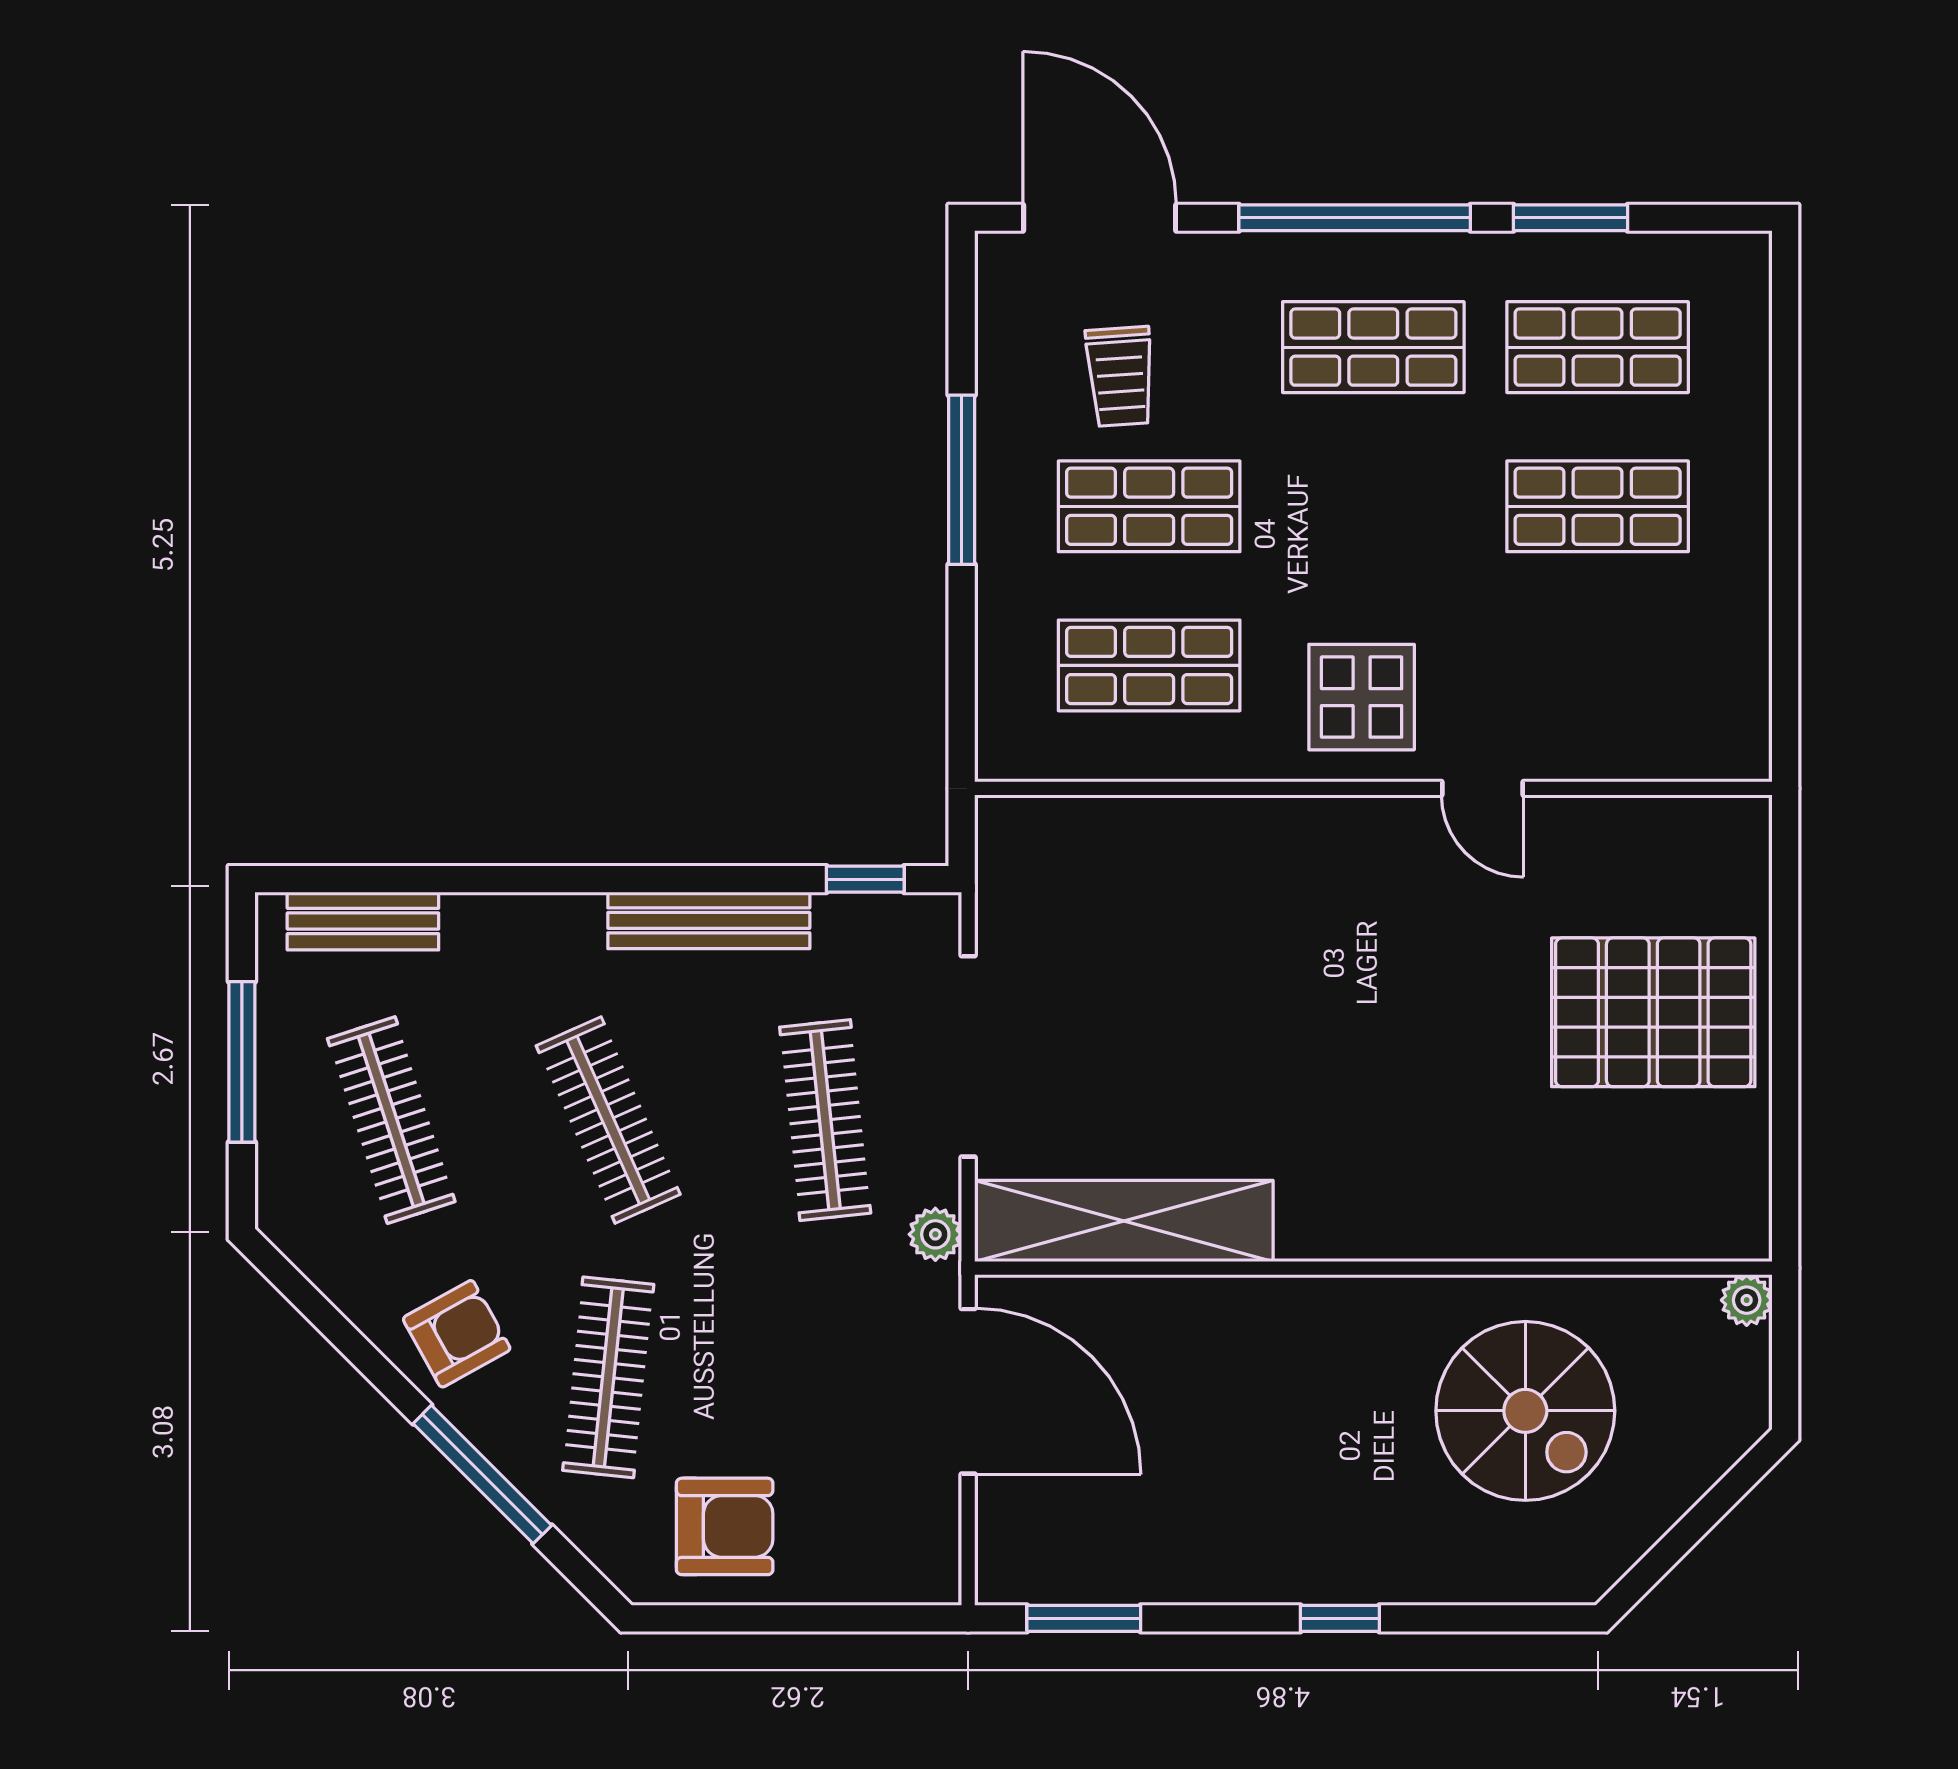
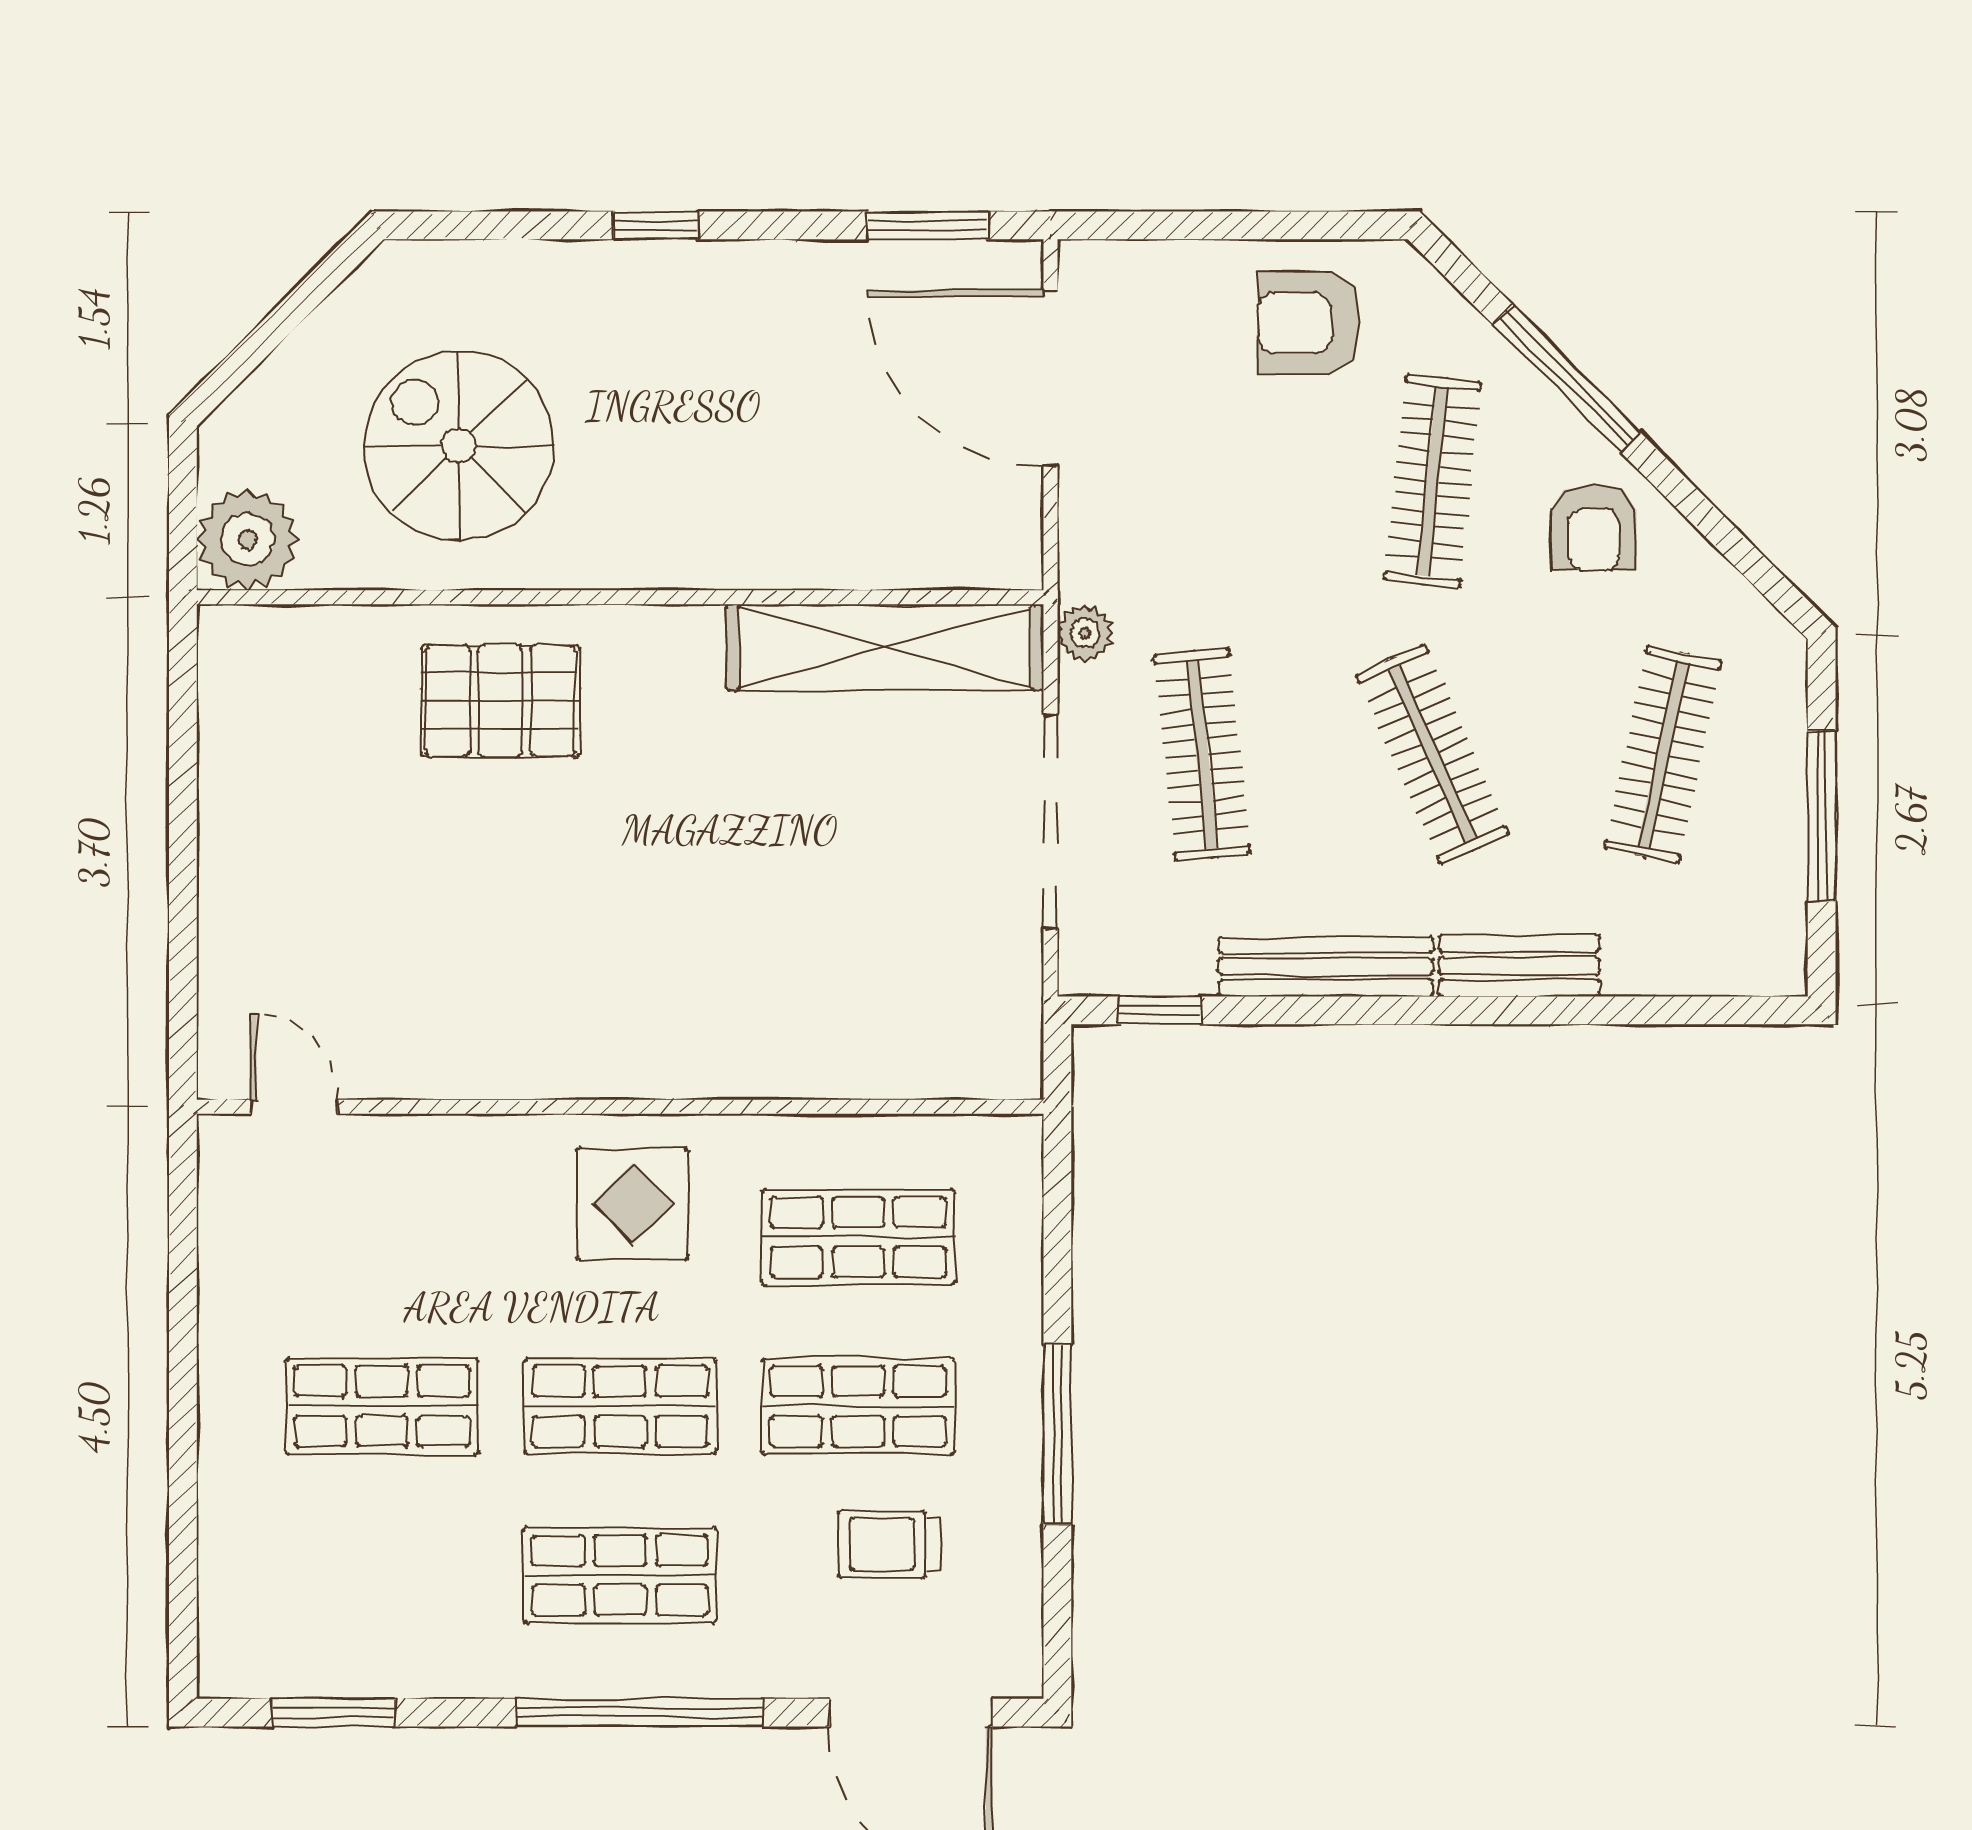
window: (1570, 218) -> (333, 1713), moved
shop shelf: (1598, 347) -> (620, 1406), moved
trolley: (1120, 376) -> (889, 1544), turned -86
door: (1483, 788) -> (294, 1107), moved
bench: (363, 921) -> (1519, 966), moved
pallet: (1653, 1012) -> (500, 701), moved, width x0.73, depth x0.71
clothes rail: (391, 1120) -> (1663, 754), turned 30
plant: (1747, 1300) -> (247, 540), width x1.88, depth x1.88
armchair: (457, 1334) -> (1594, 528), turned -61
door: (968, 1391) -> (1050, 378), moved

